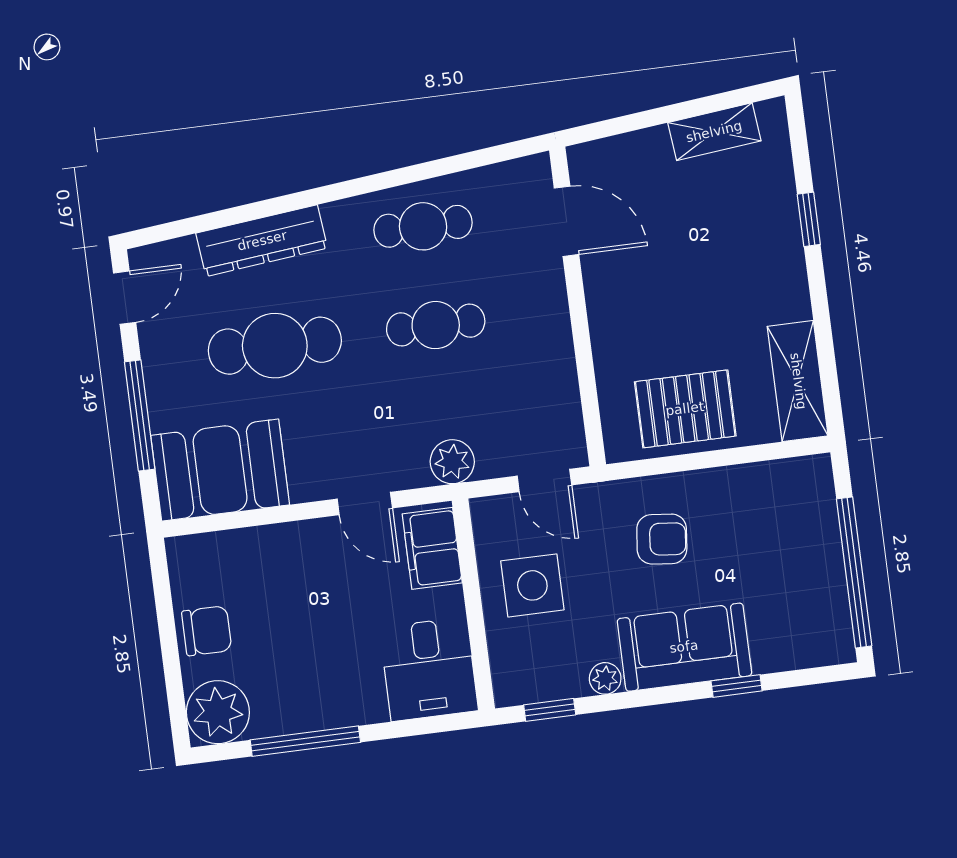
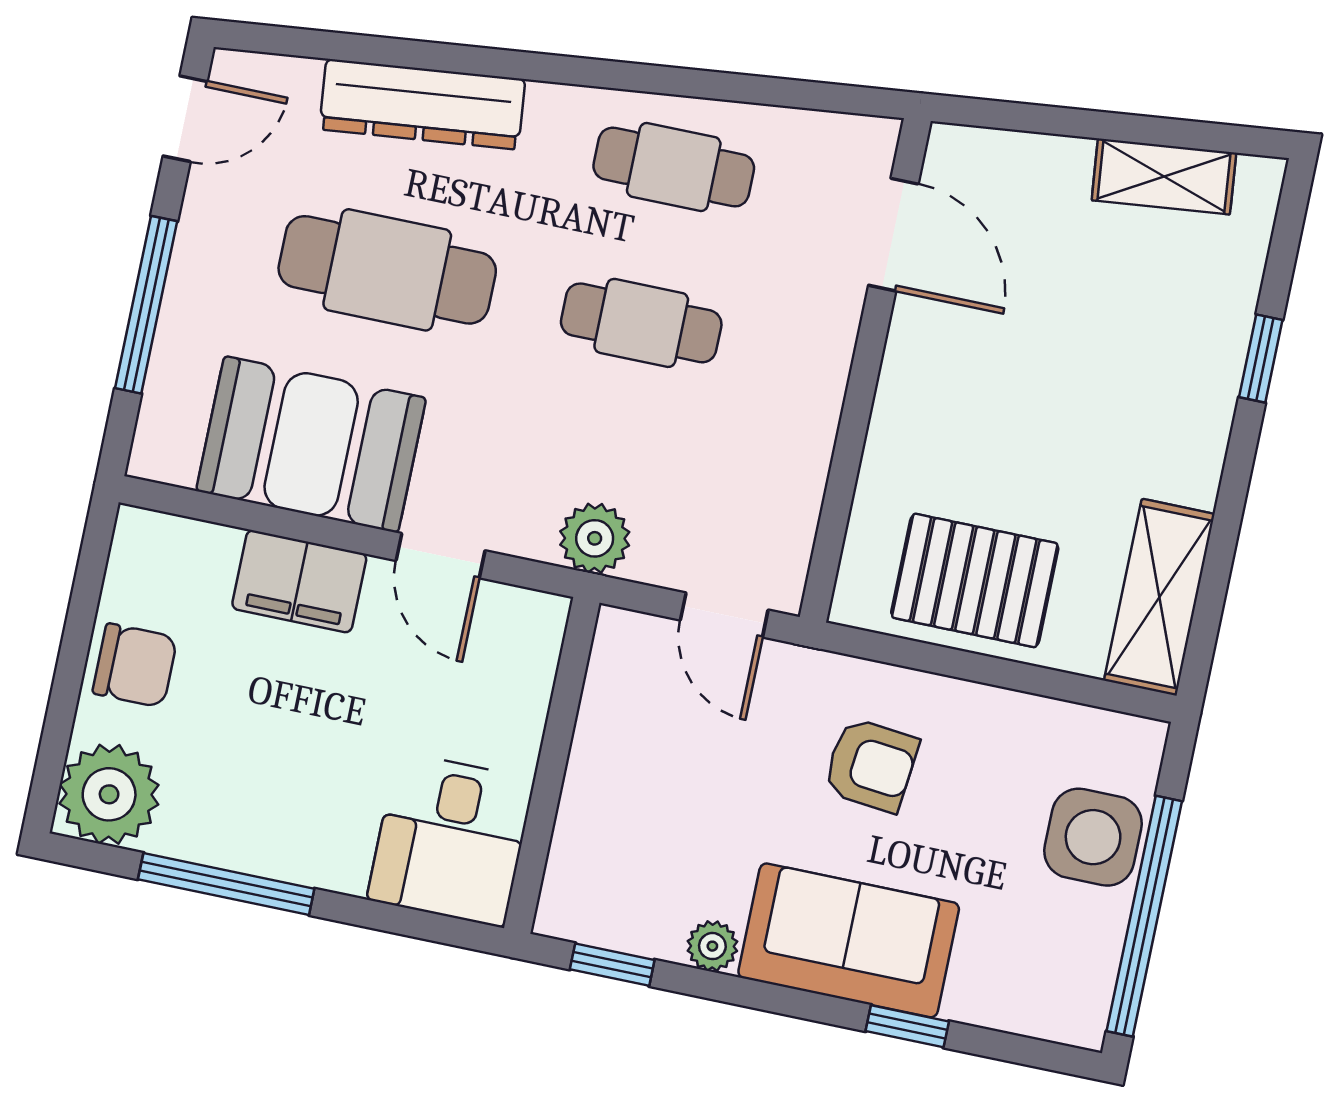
booth: (220, 470) -> (311, 444), moved
filing cabinet: (432, 548) -> (299, 581), moved, turned -90
side table: (532, 585) -> (1093, 837), moved

